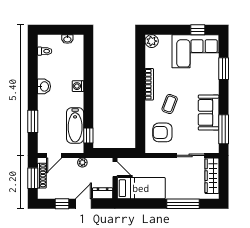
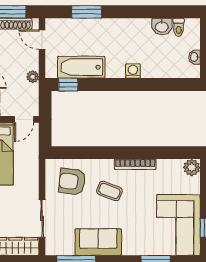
washbasin: (44, 86) -> (162, 27), moved
armchair: (162, 132) -> (72, 182), turned -83

